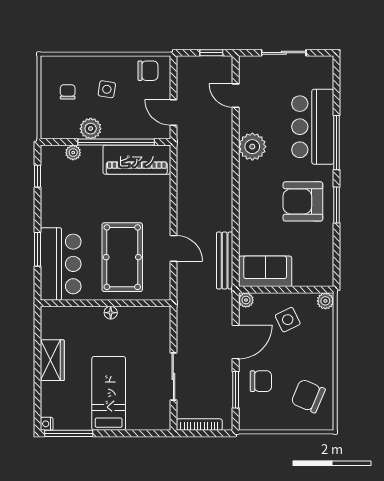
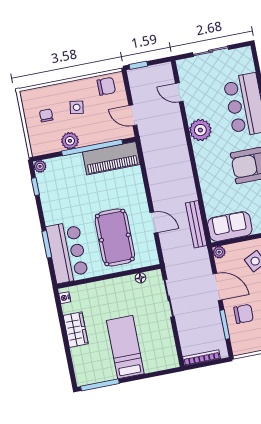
window: (211, 53) -> (138, 65), moved
plant: (73, 153) -> (40, 166), moved
floor lamp: (111, 313) -> (140, 278), moved
door: (236, 342) -> (217, 287), hinge flipped
sliding door: (173, 376) -> (169, 298), moved
nightstand: (47, 424) -> (65, 298), moved

